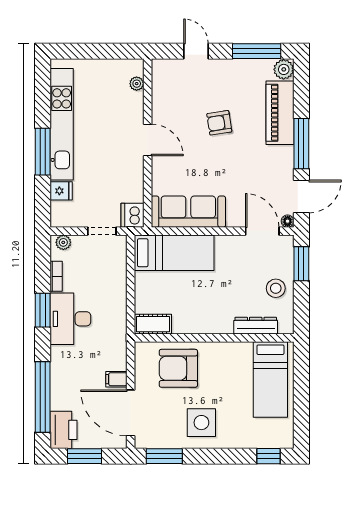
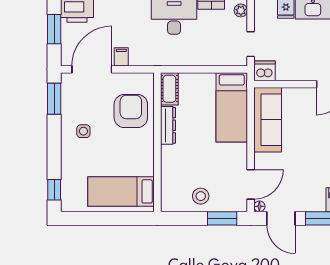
dresser: (256, 326) -> (168, 125), moved
side table: (201, 423) -> (83, 131), width x0.54, depth x0.54

